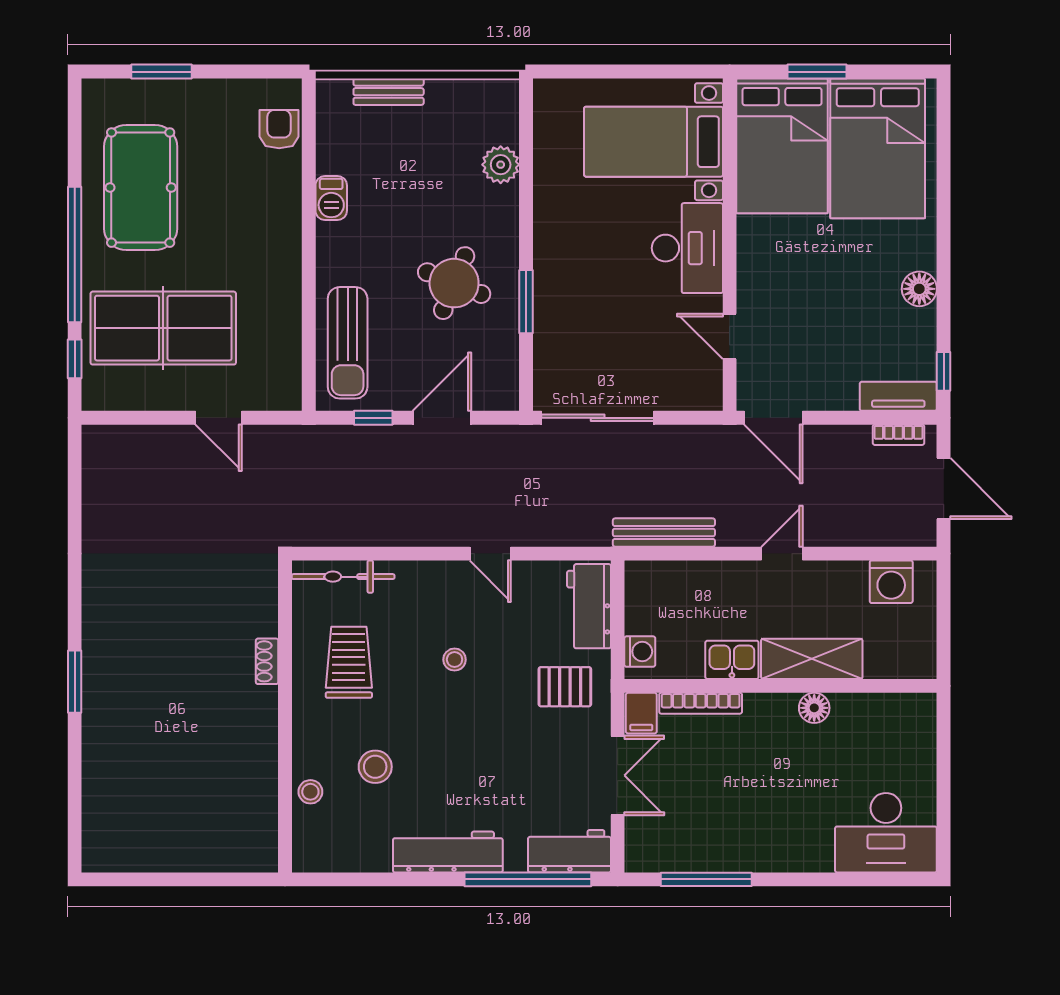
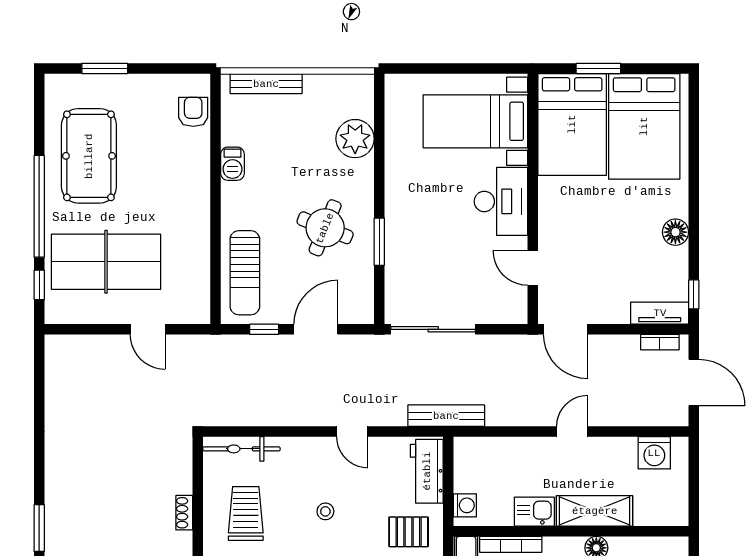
bench: (389, 92) -> (266, 84), width x1.36
plant: (501, 165) -> (355, 139), width x1.36, depth x1.36
bench: (664, 532) -> (446, 416), moved

